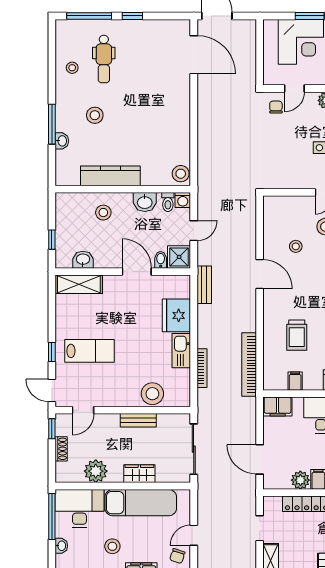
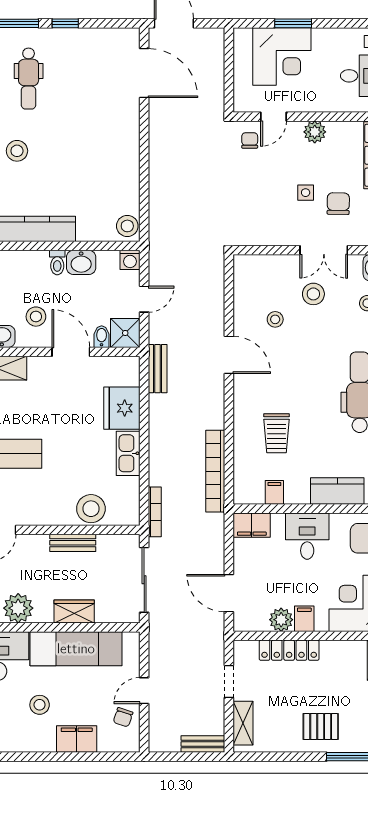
toilet: (168, 202) -> (57, 262), moved
stool: (103, 213) -> (36, 317), moved
bookcase: (202, 368) -> (155, 512), moved

